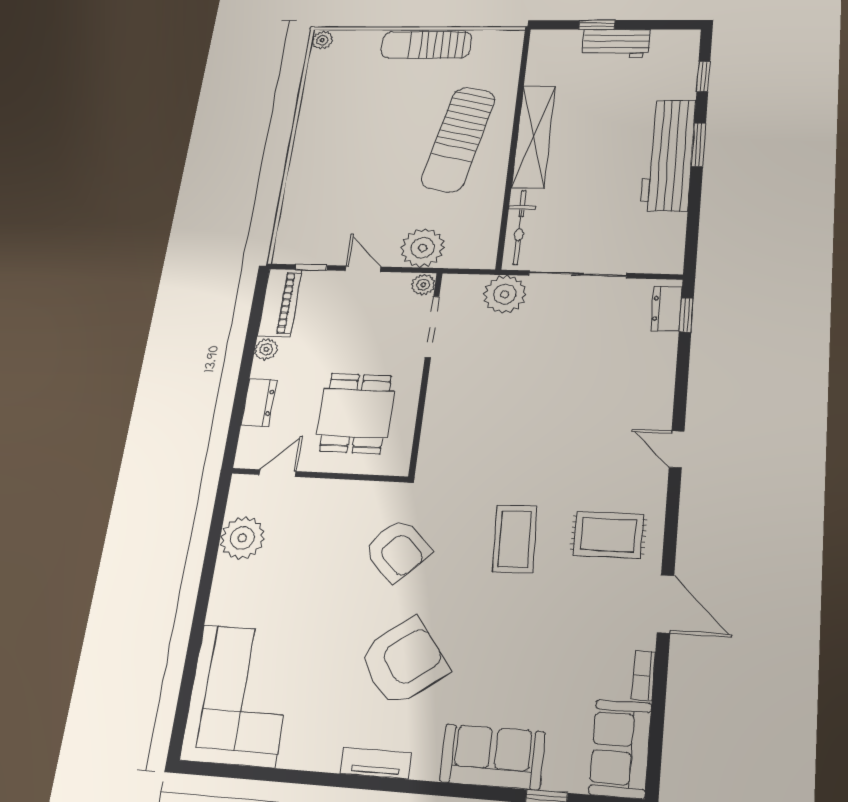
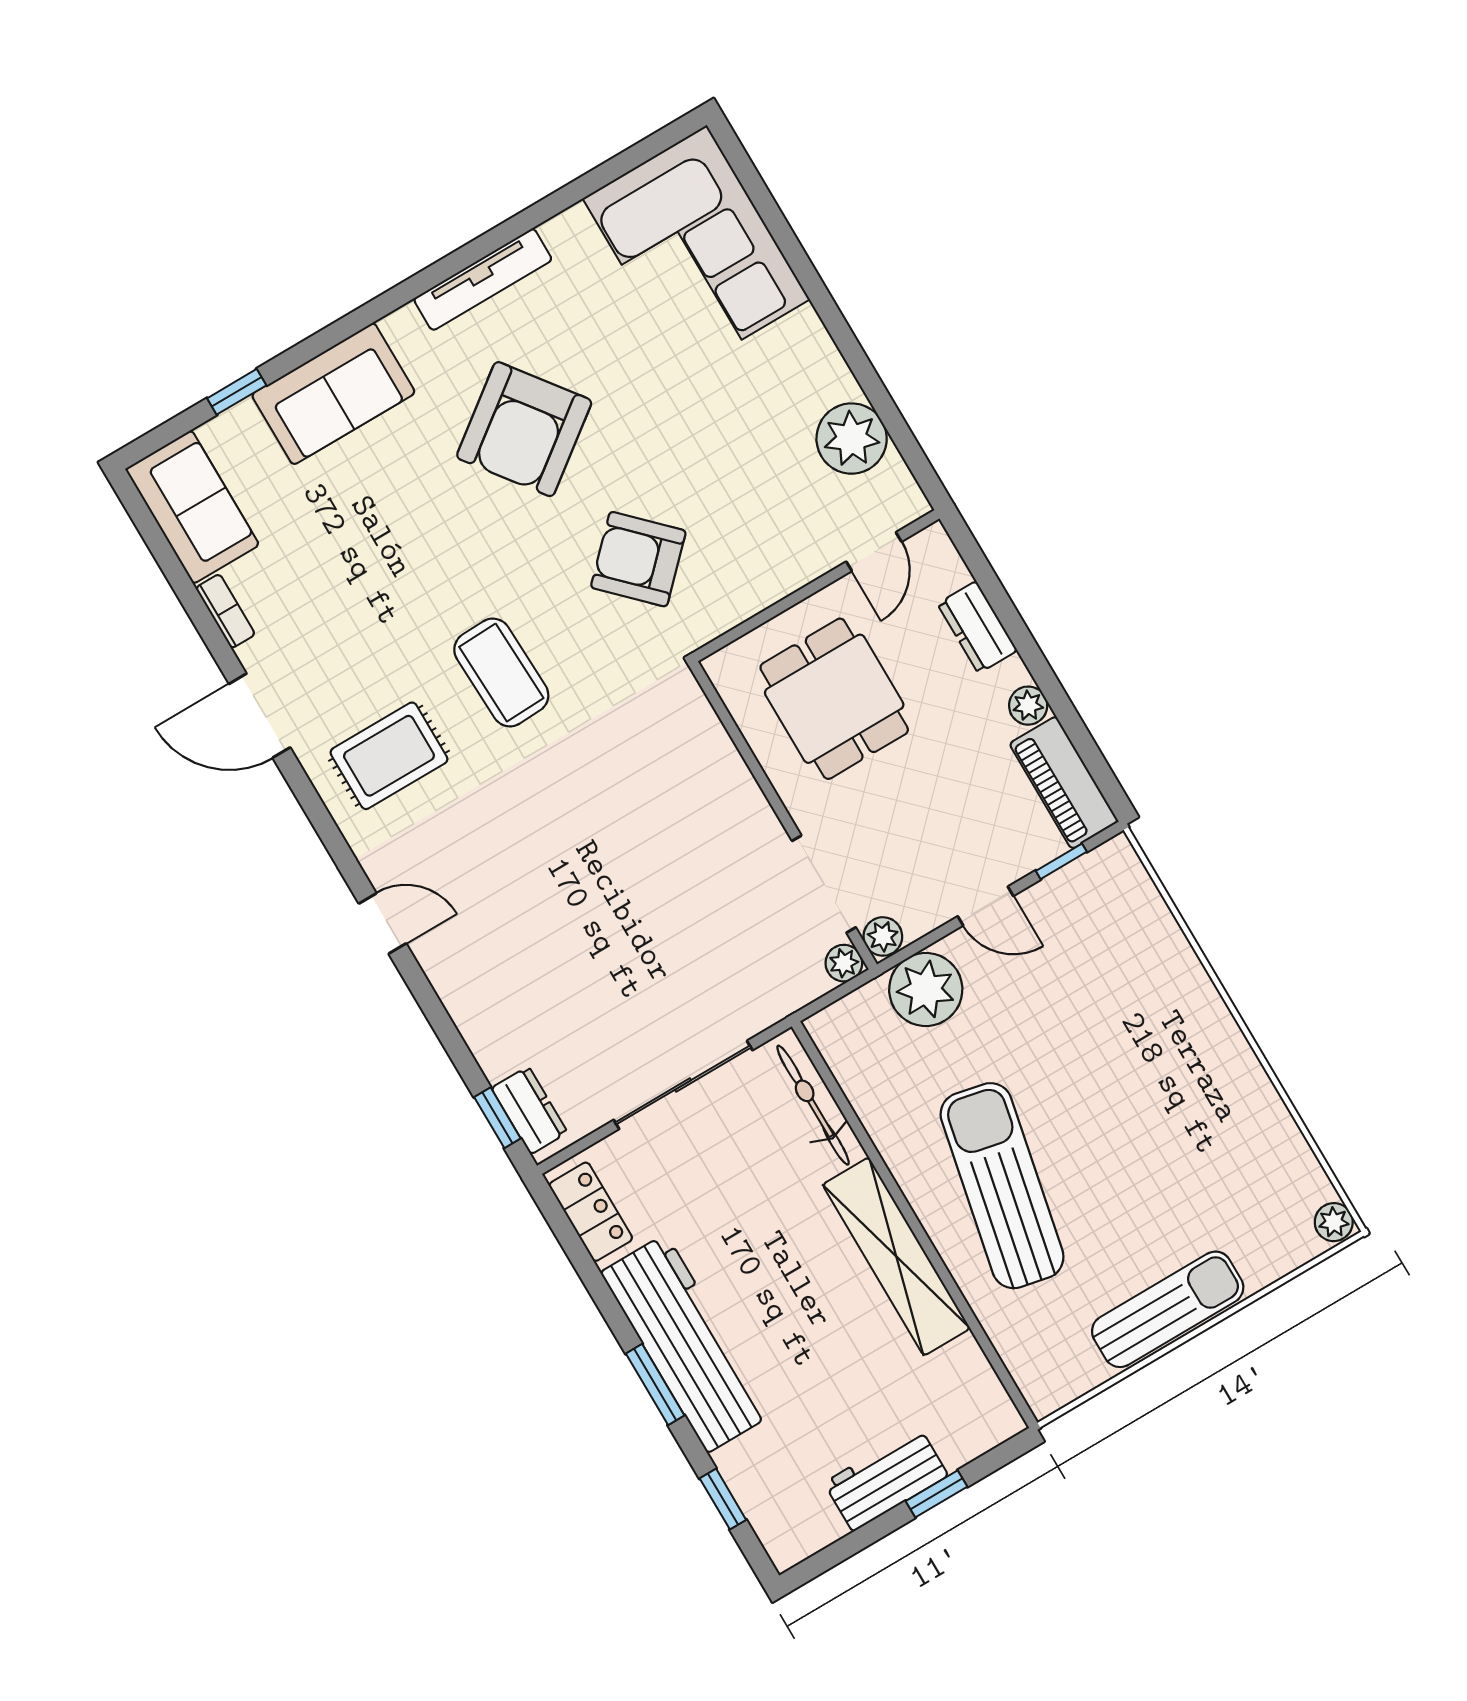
locker: (671, 242) -> (591, 1212), added
plant: (505, 294) -> (844, 963), moved, width x0.53, depth x0.53
tv unit: (376, 763) -> (483, 279), width x1.41

